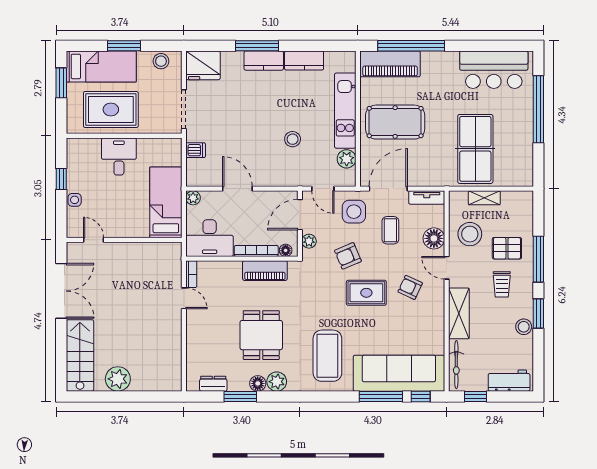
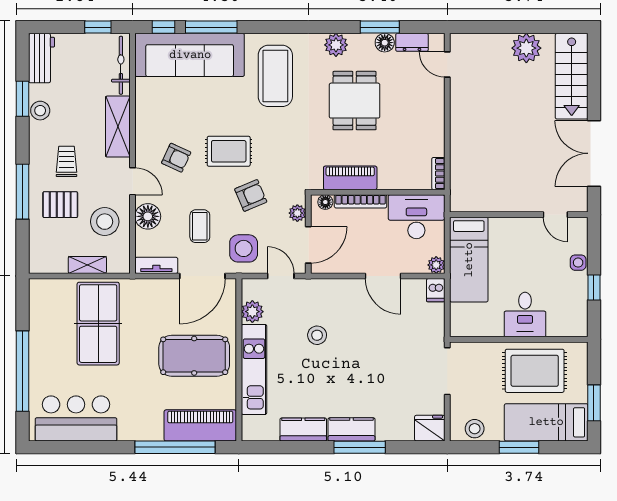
fridge: (203, 65) -> (430, 428), width x0.73, depth x0.75
dishwasher: (196, 150) -> (436, 290), moved, turned -90
door: (184, 298) -> (447, 64), moved
window: (538, 314) -> (23, 99), moved
workbench: (509, 381) -> (42, 58), moved, turned -90
floor lamp: (258, 383) -> (385, 43), moved

